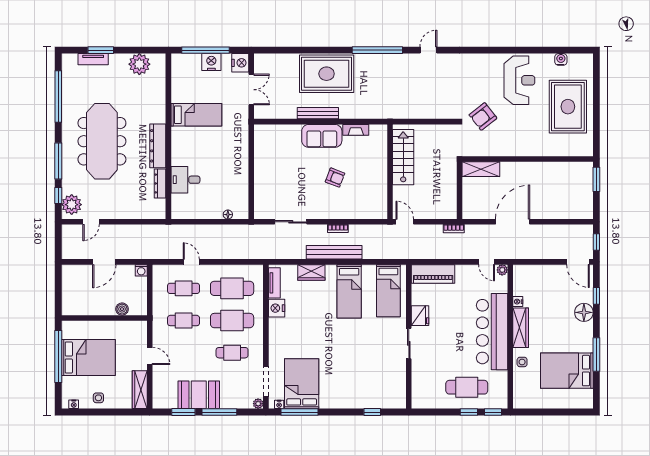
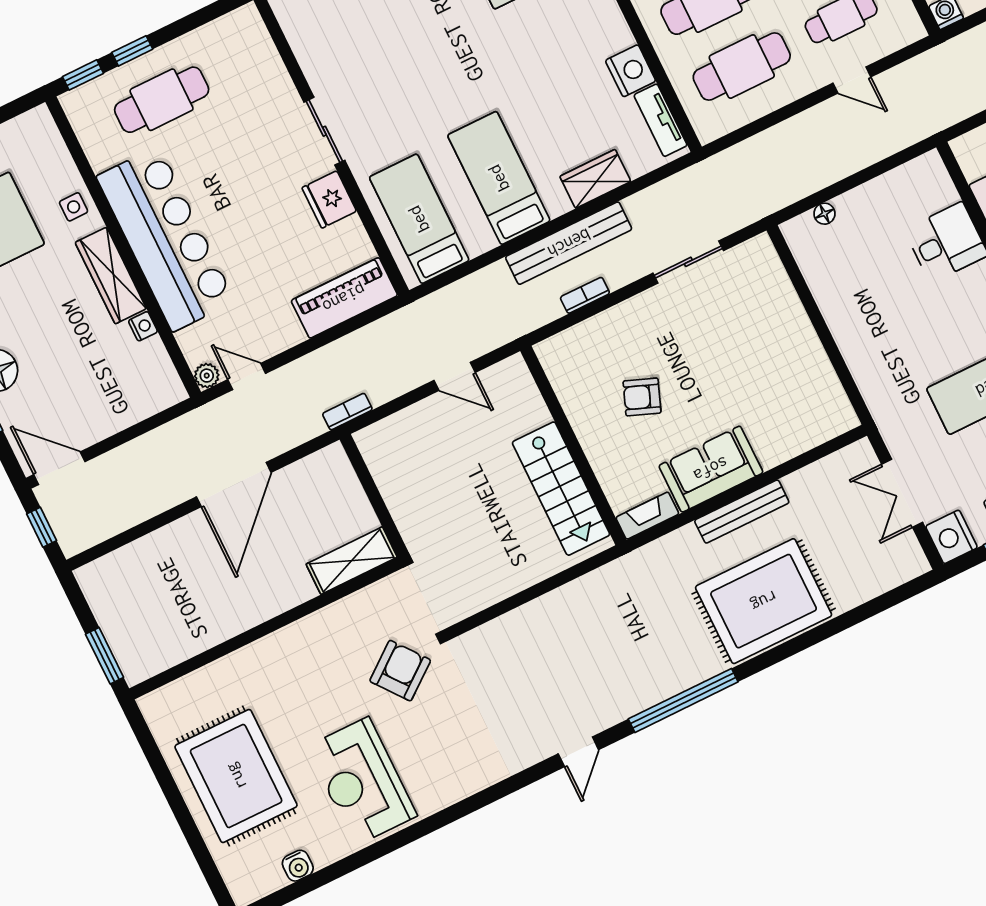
stairs: (403, 157) -> (561, 489), moved
wall: (390, 172) -> (573, 445), moved

